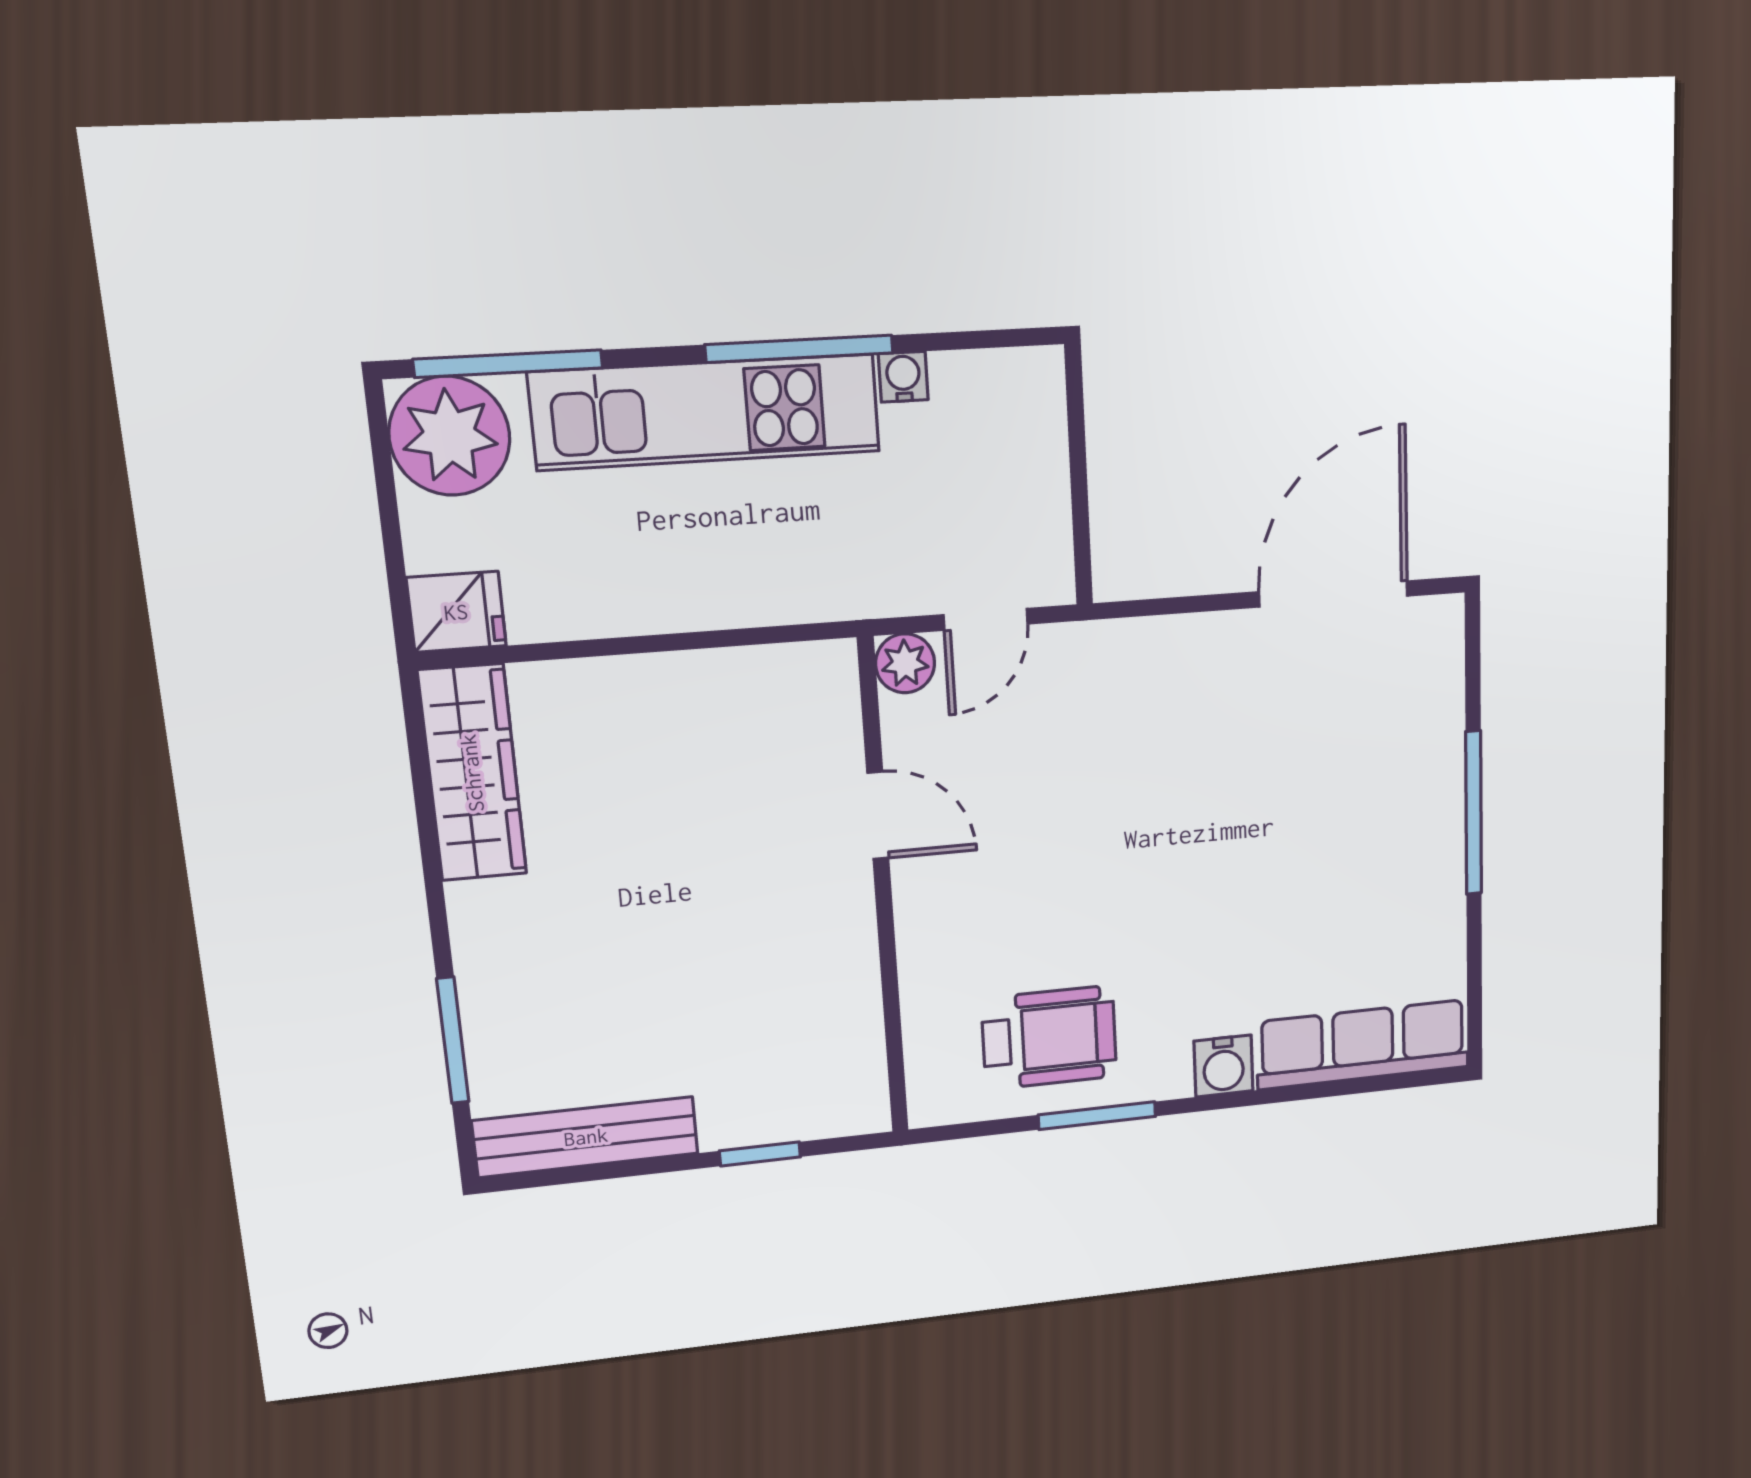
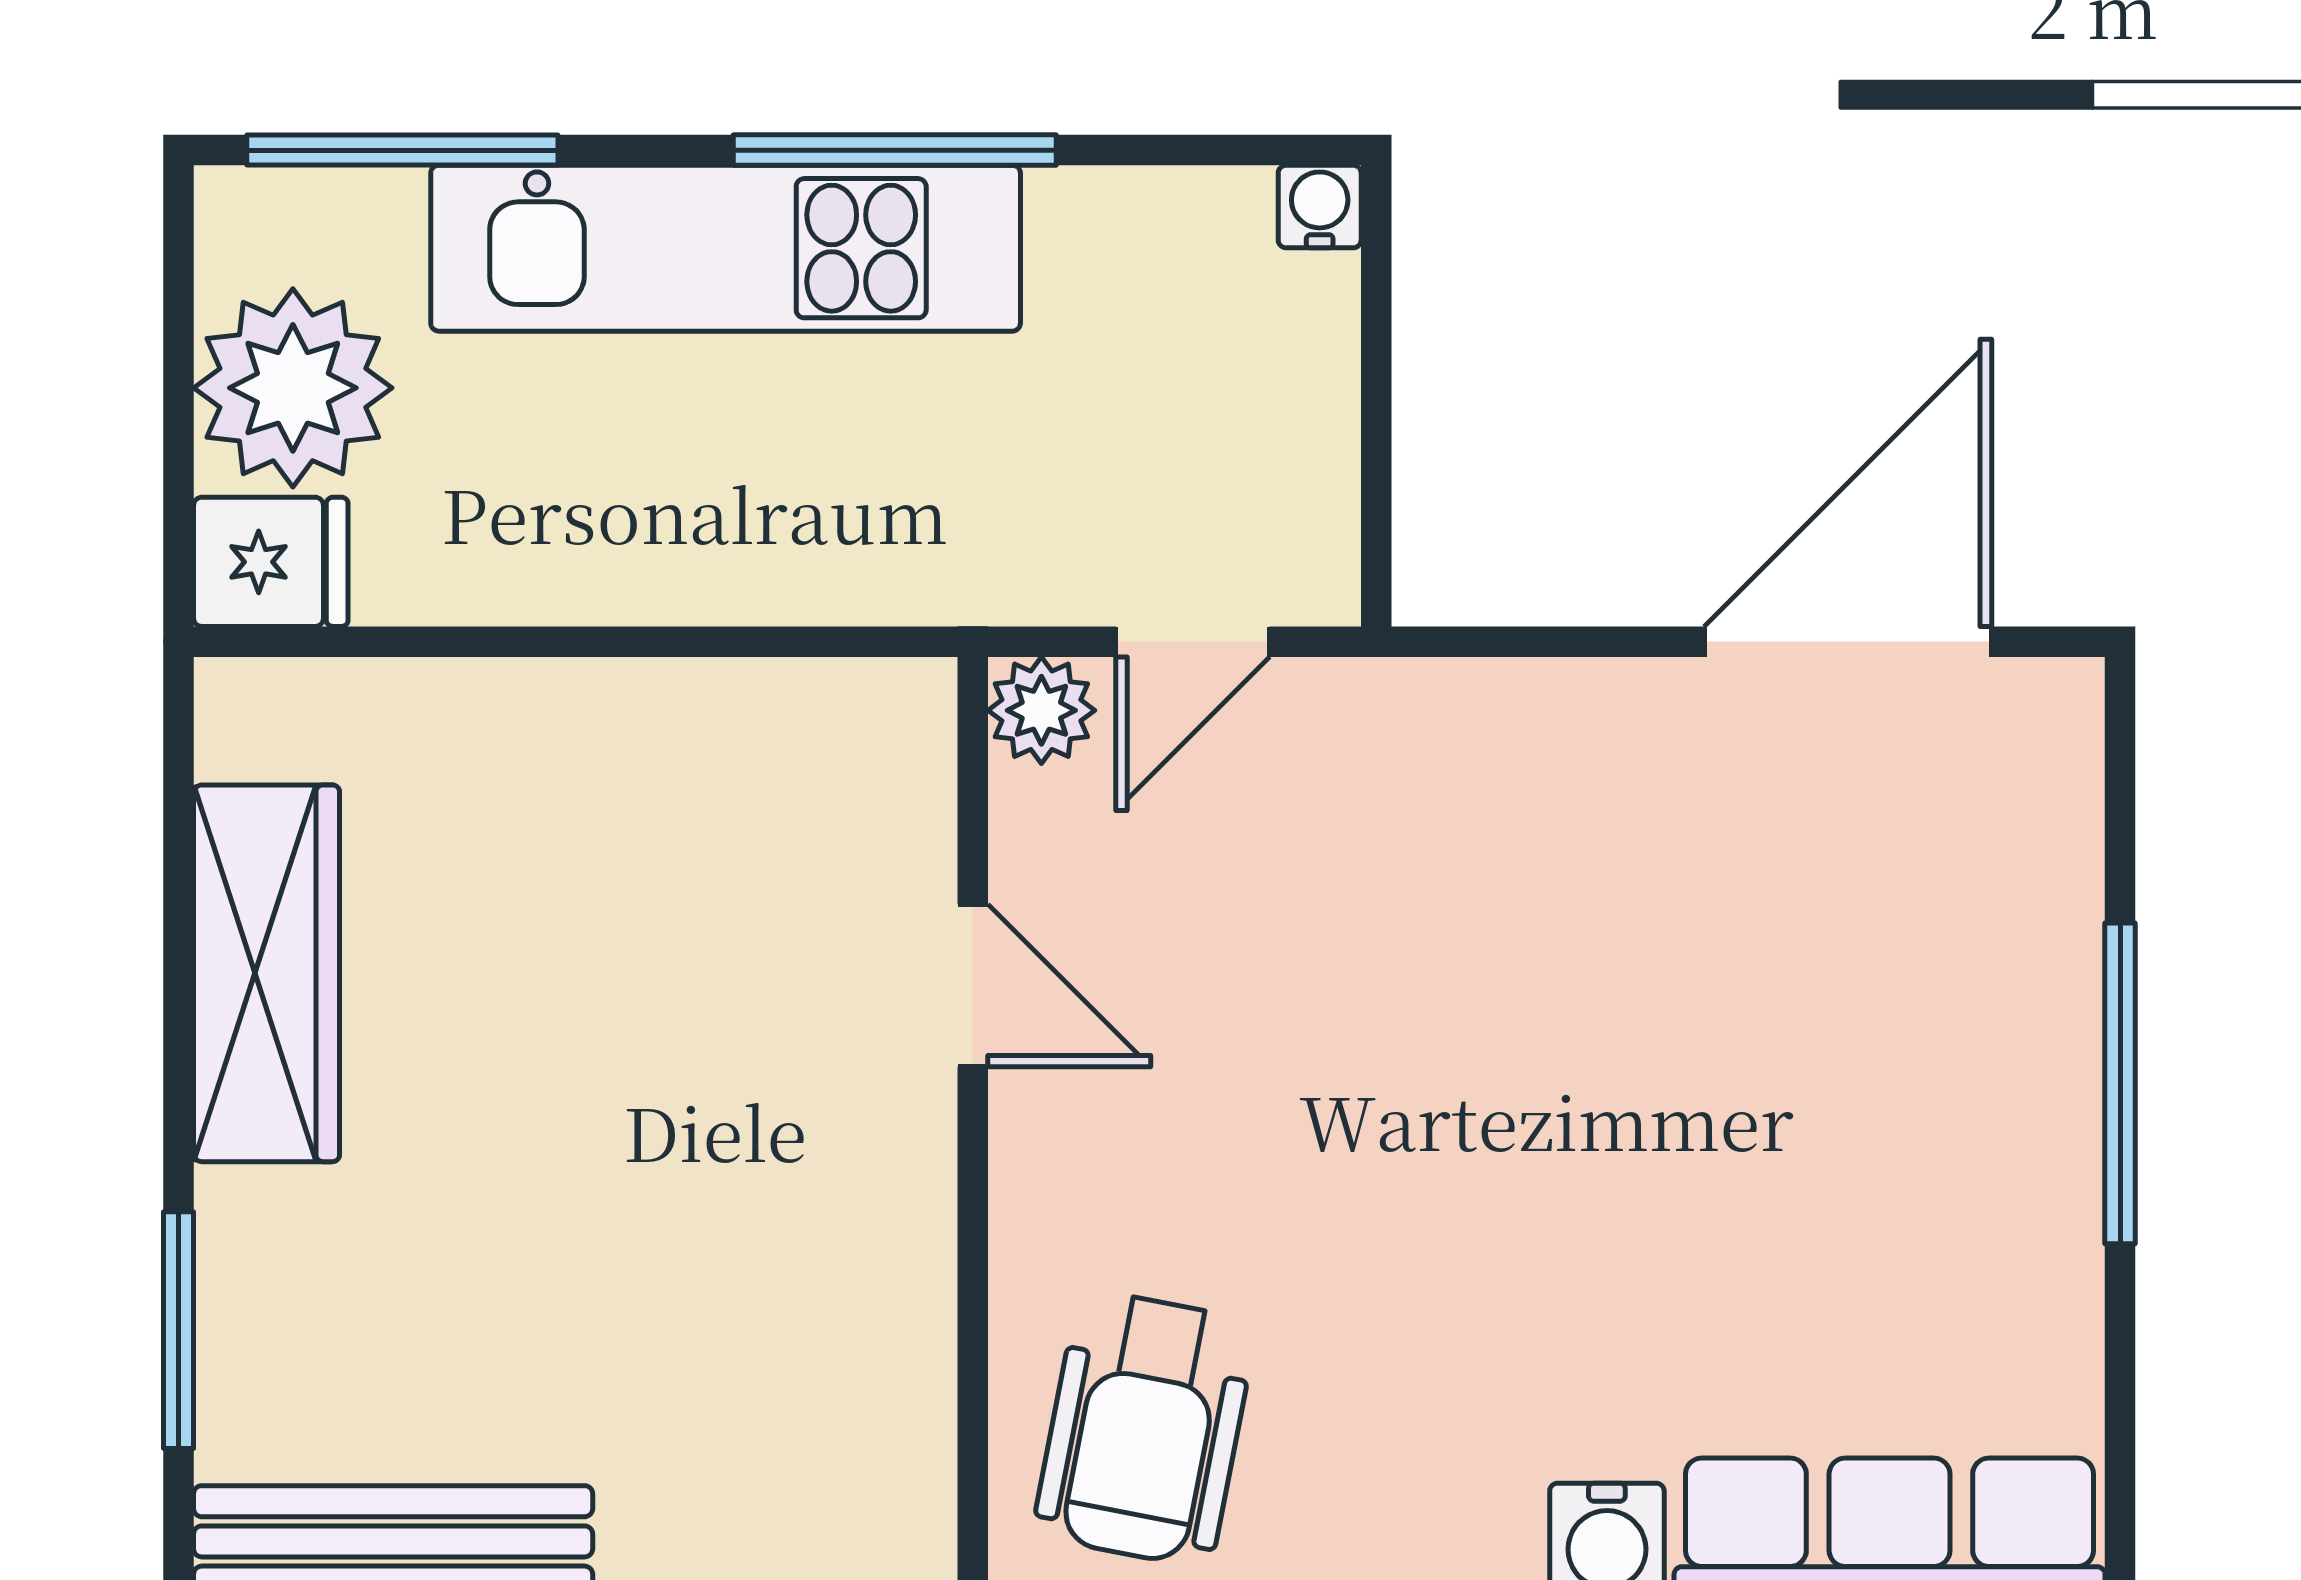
water cooler: (903, 377) -> (1320, 207), moved
plant: (450, 436) -> (293, 388), moved
wardrobe: (472, 773) -> (267, 973), moved
wheelchair: (1049, 1038) -> (1145, 1429), moved, turned 101

